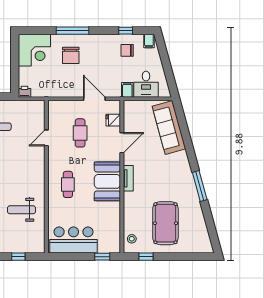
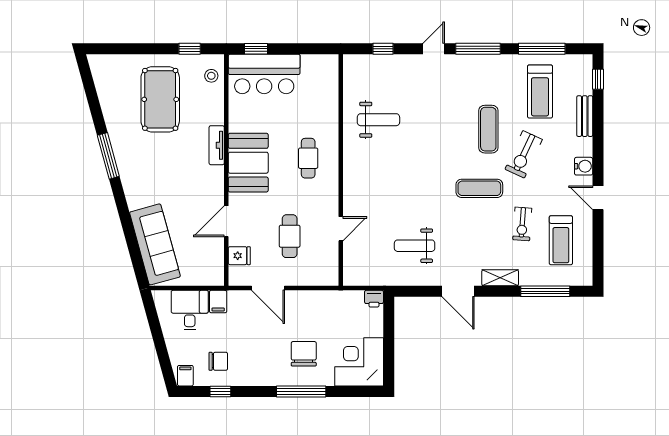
tv unit: (128, 178) -> (217, 145), moved
bar counter: (73, 240) -> (264, 74), moved

